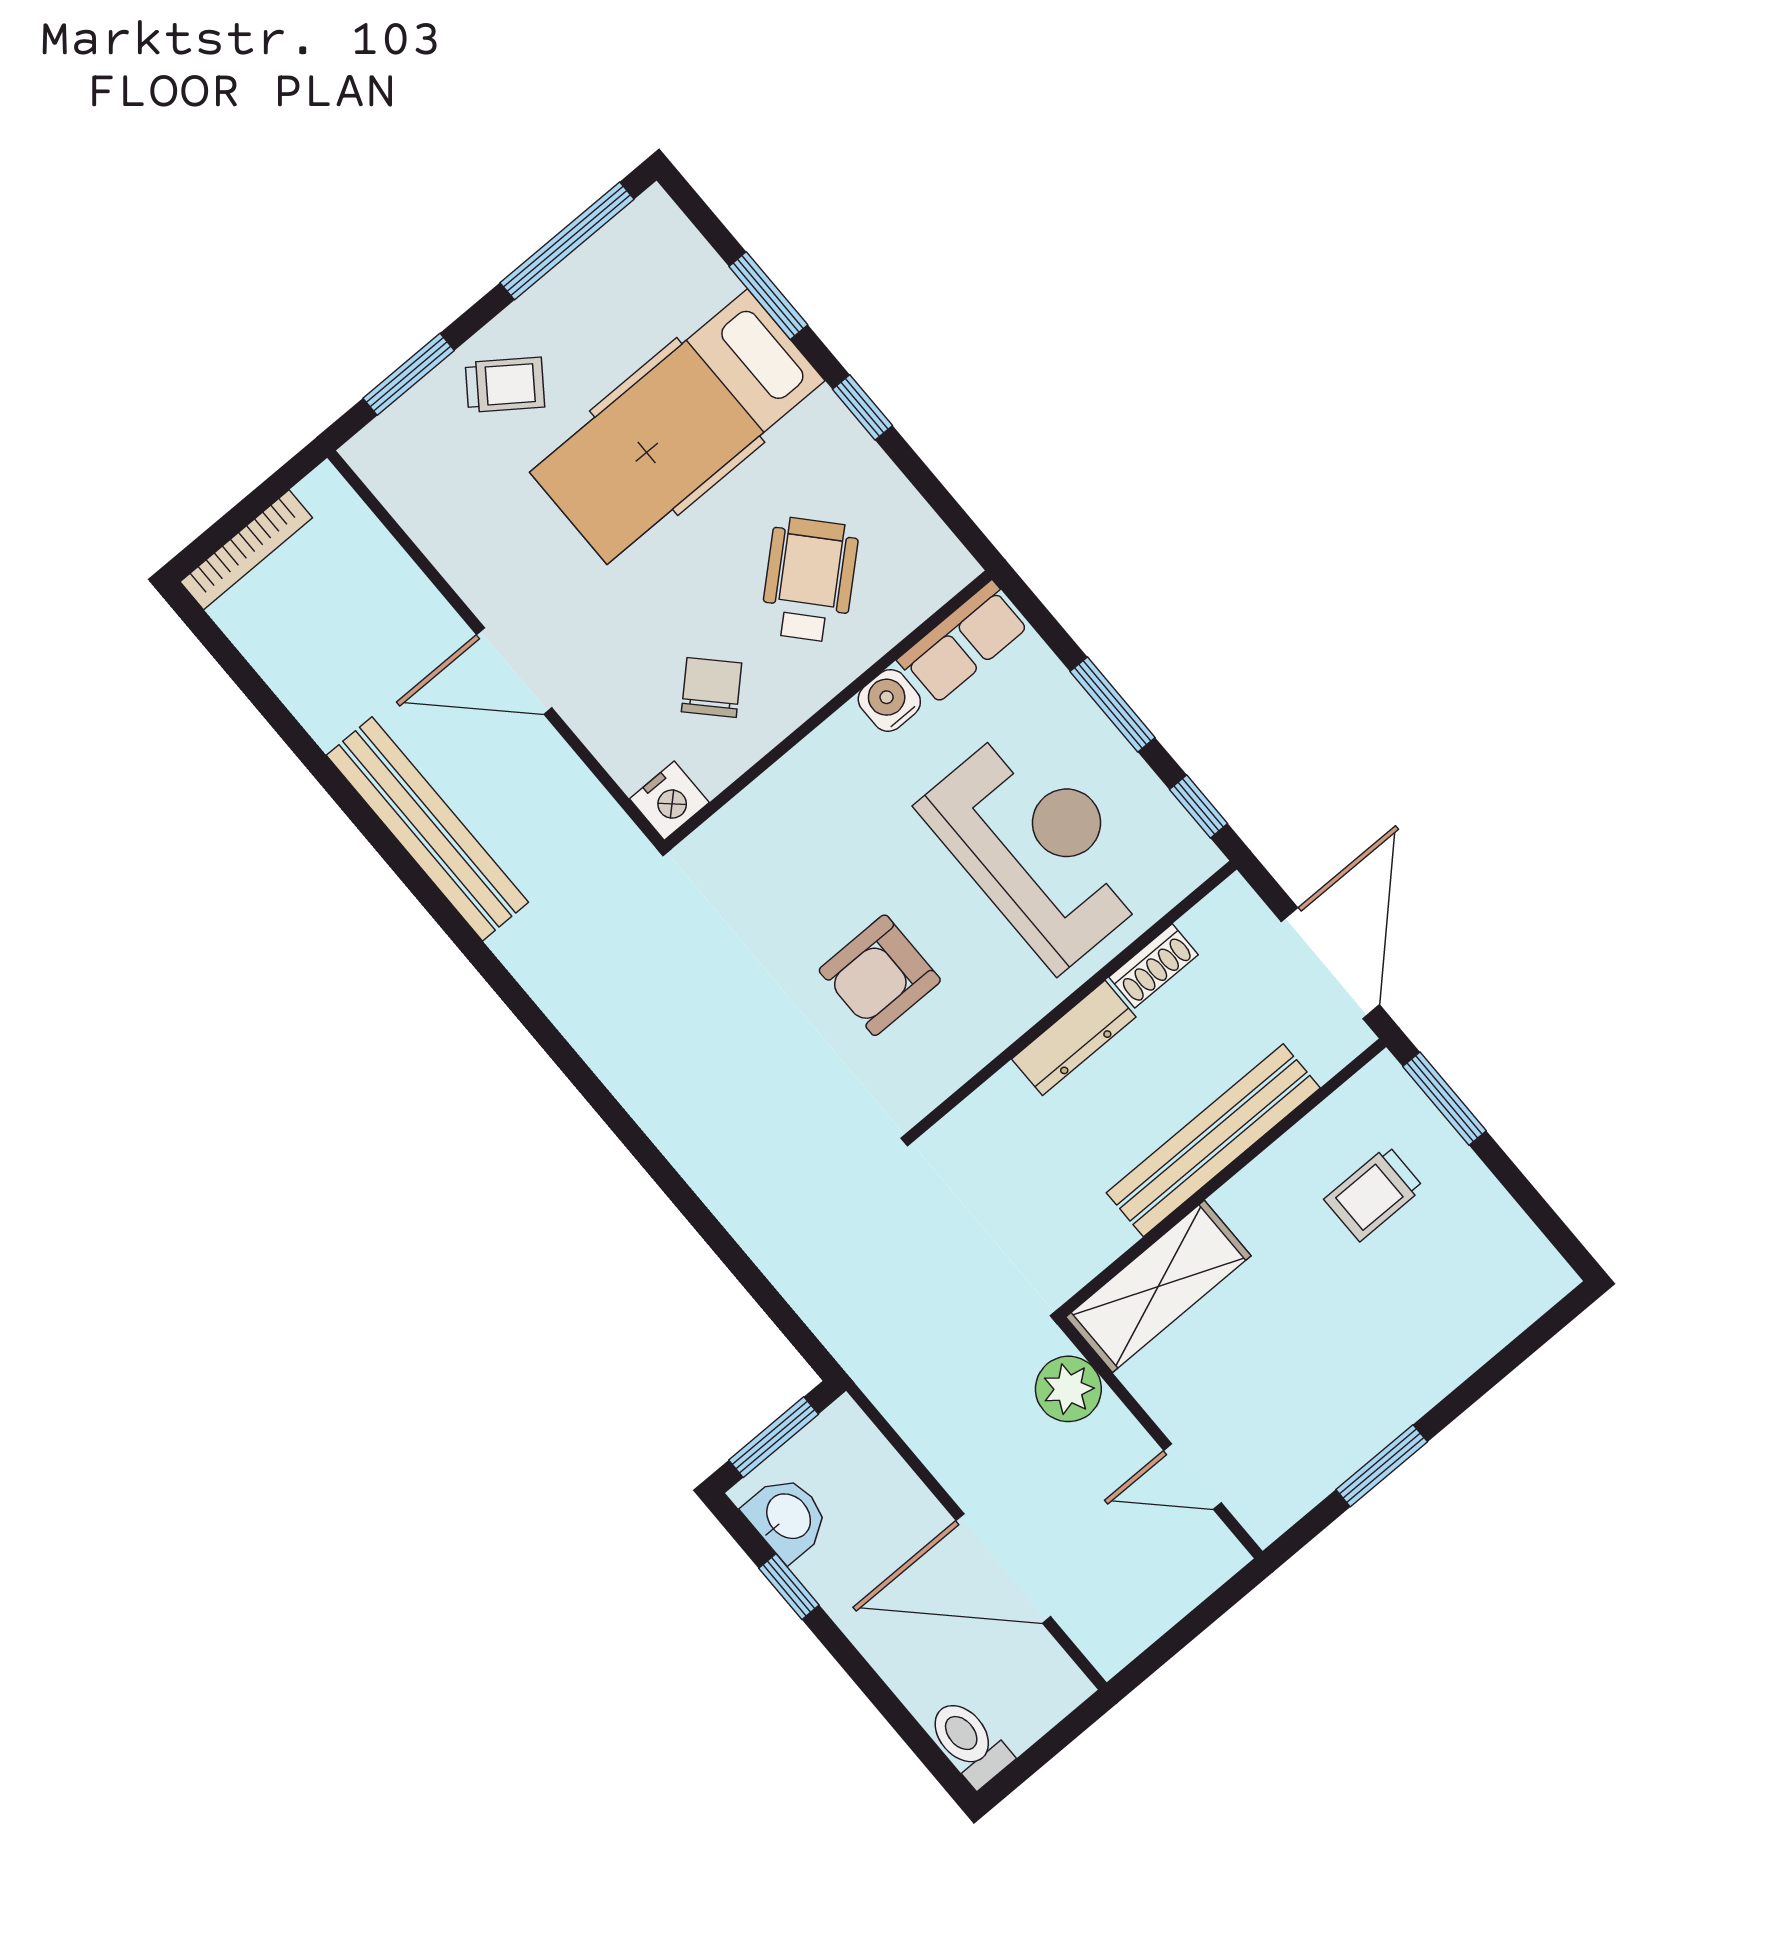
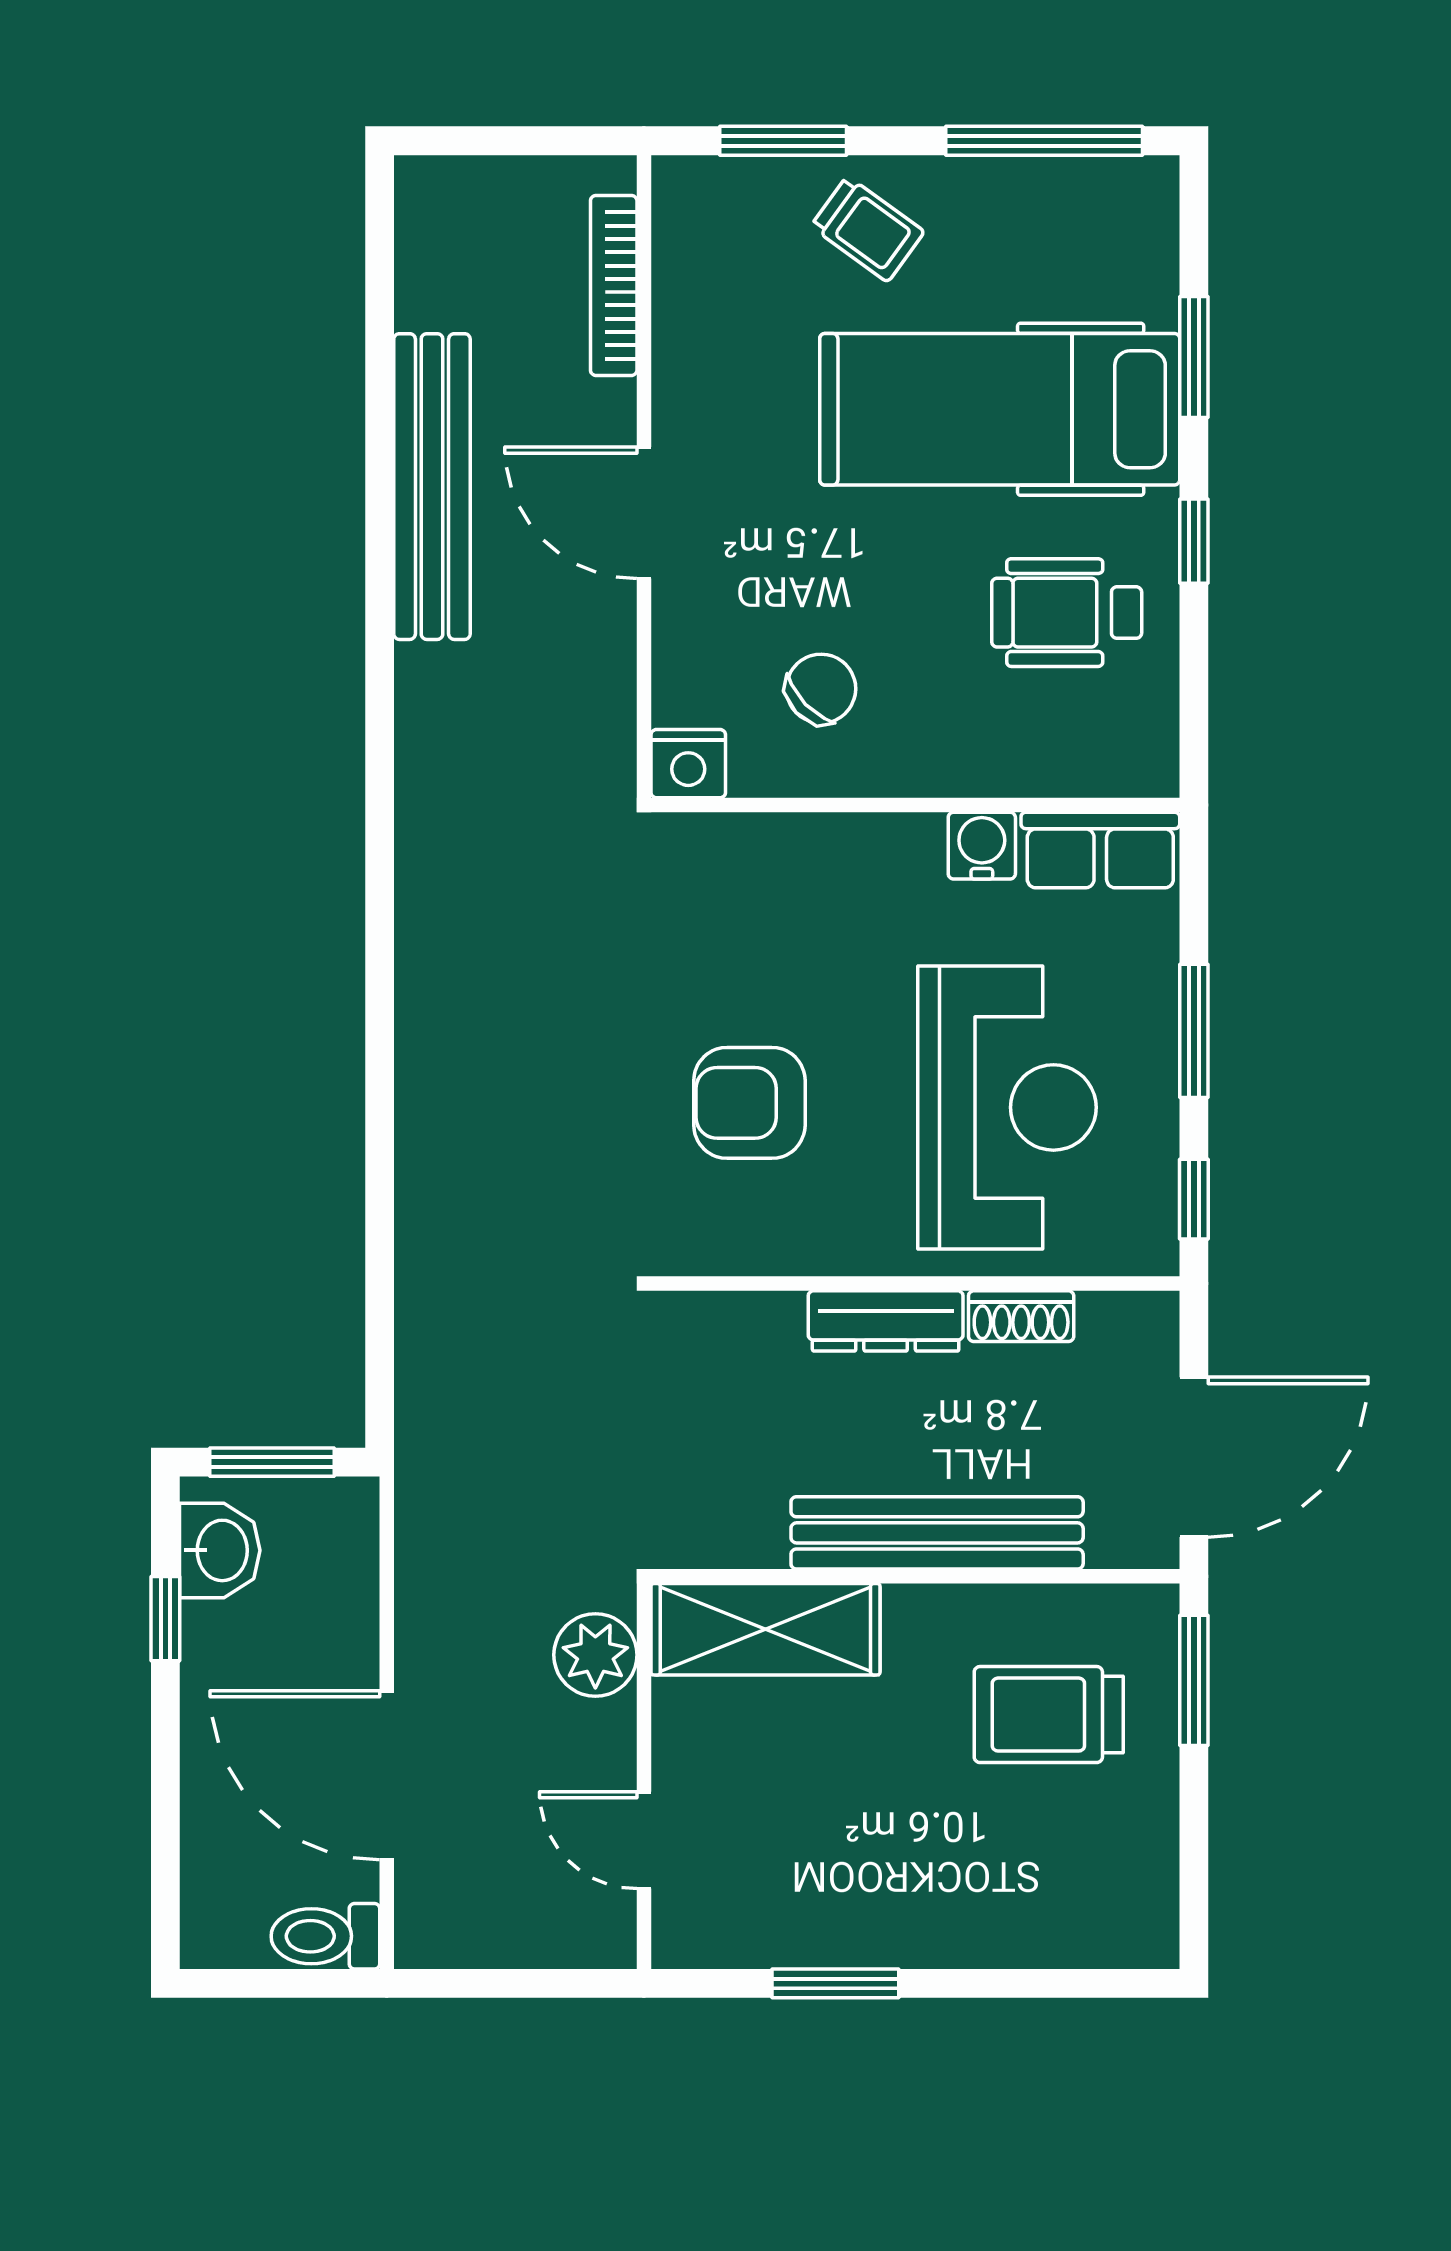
bookcase: (246, 550) -> (614, 285), moved, turned 90
wheelchair: (809, 580) -> (1067, 613), moved, turned -138
bench: (427, 829) -> (432, 487), moved
trolley: (1374, 1193) -> (1049, 1715), width x1.36, depth x1.39
toilet: (969, 1742) -> (325, 1936), moved, turned -90

